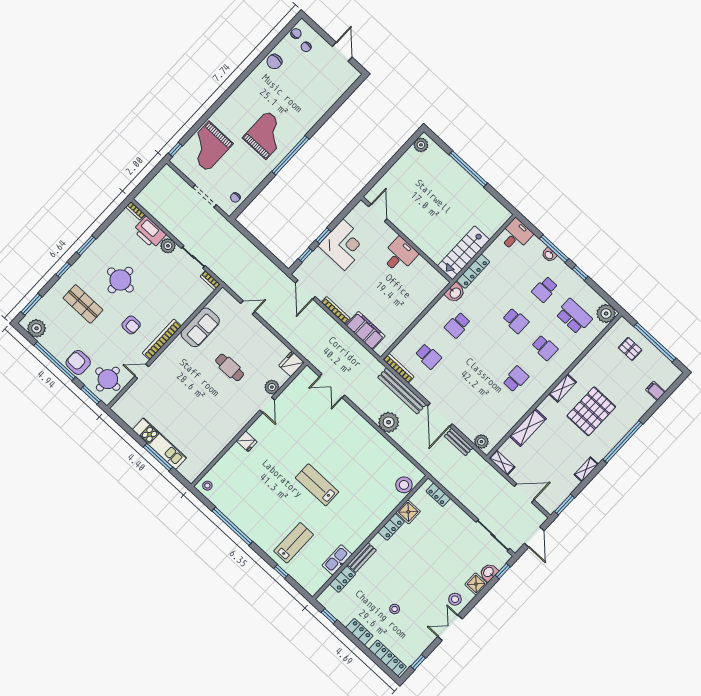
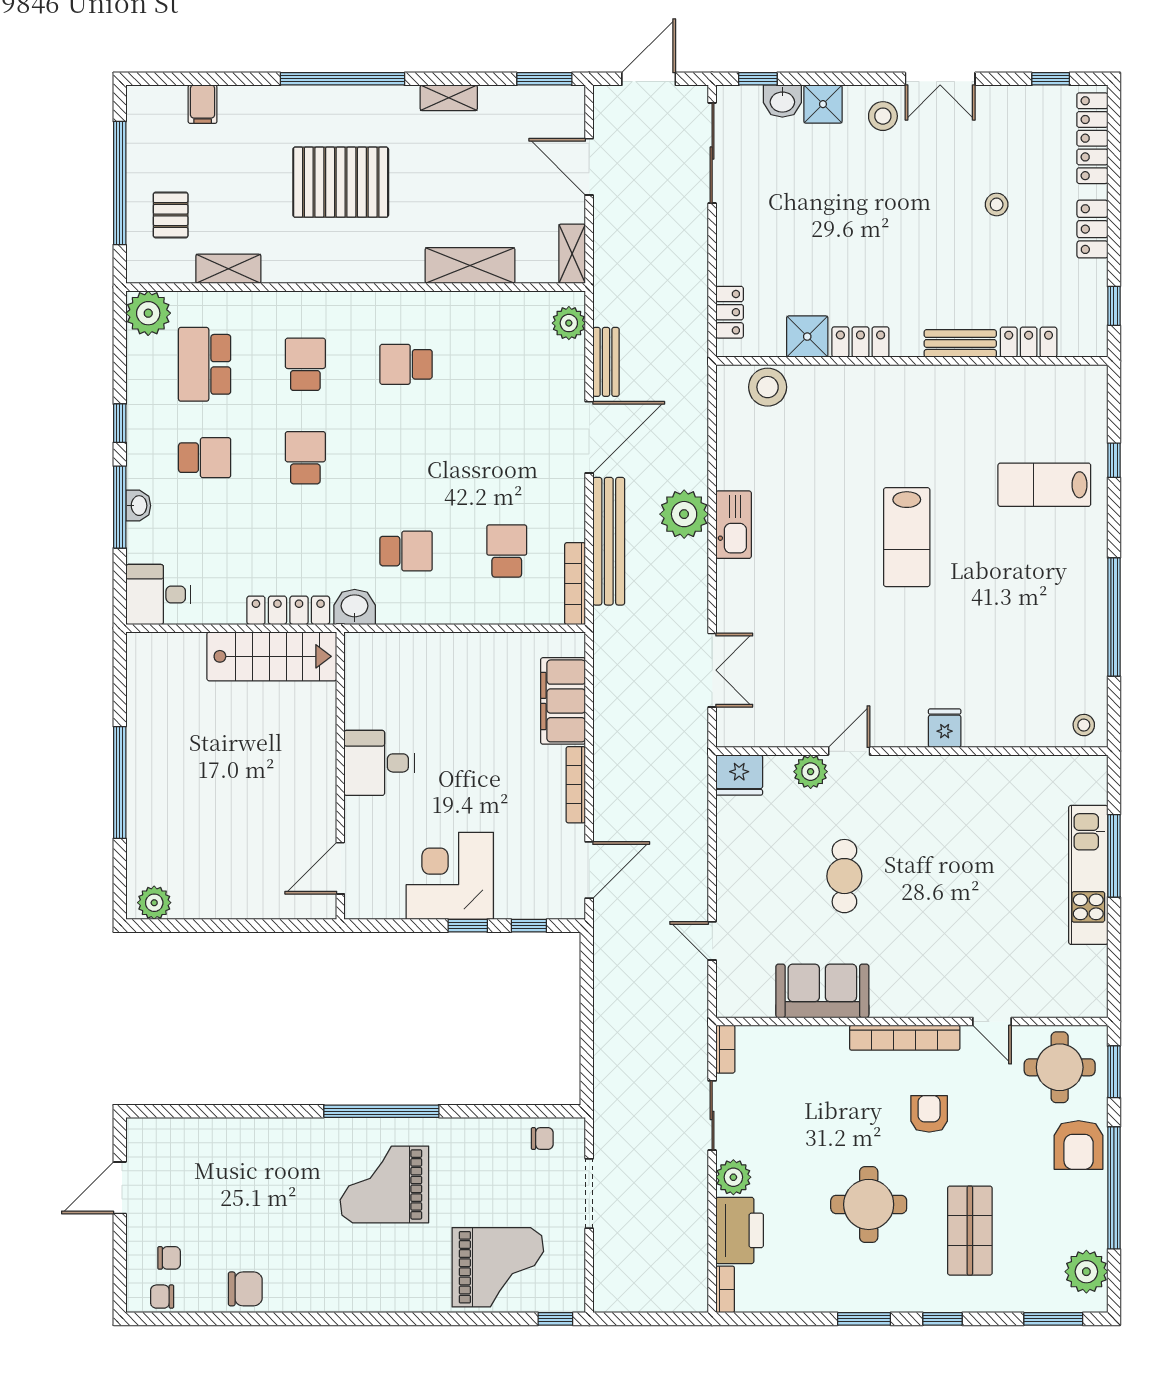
shelving: (563, 388) -> (228, 269), moved
kitchen sink: (337, 560) -> (734, 525), moved, turned -90

